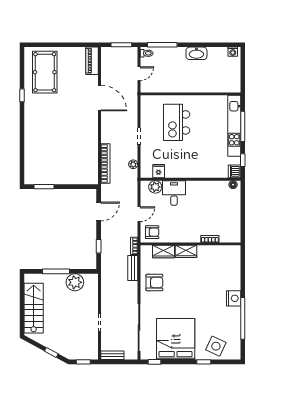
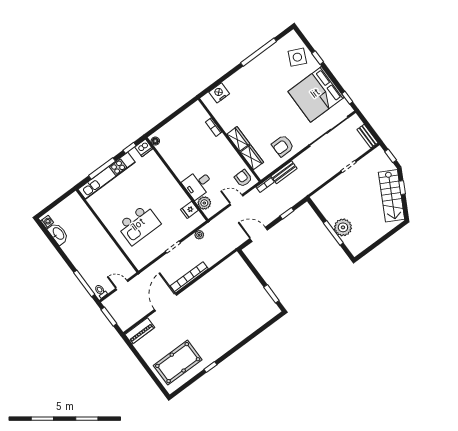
washbasin: (196, 53) -> (58, 234), moved
bookcase: (105, 163) -> (189, 277), moved
plant: (75, 282) -> (343, 227), moved
armchair: (154, 283) -> (283, 146), turned -90
nightstand: (234, 298) -> (219, 93), moved
stairs: (34, 308) -> (391, 196), moved, turned -62

